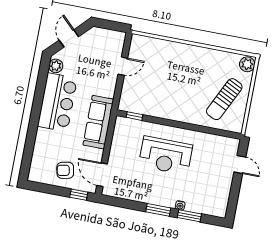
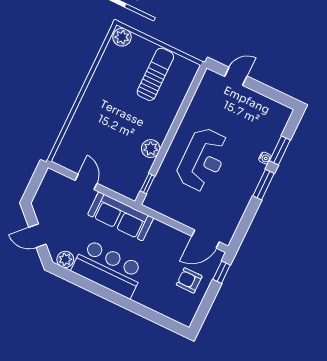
sun lounger: (224, 99) -> (155, 74), turned -116
plant: (163, 111) -> (151, 149), added
sofa: (98, 122) -> (121, 216), moved
armchair: (65, 170) -> (189, 280), turned 102

